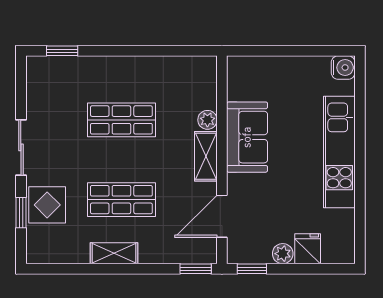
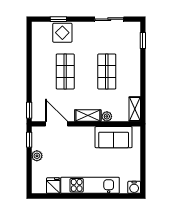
sofa: (247, 137) -> (114, 137), moved
sliding door: (21, 147) -> (109, 19), moved
fridge: (308, 249) -> (53, 186), moved, turned -90
shelving: (114, 253) -> (135, 109), moved

